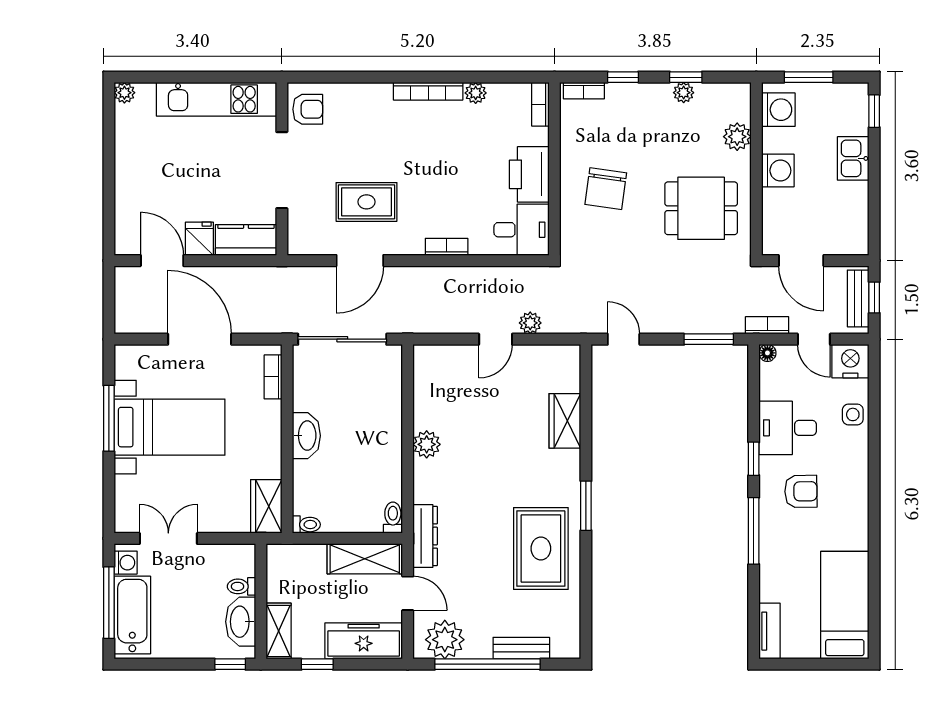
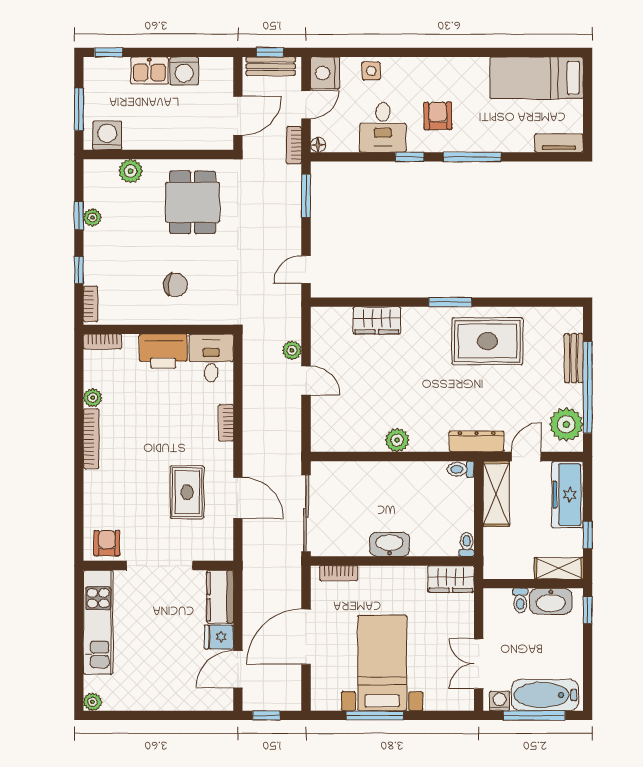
washing machine: (778, 171) -> (184, 71), moved, turned 180
chair: (606, 189) -> (176, 285), width x0.73, depth x0.73
window: (109, 293) -> (266, 715), added

